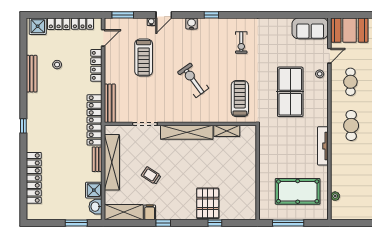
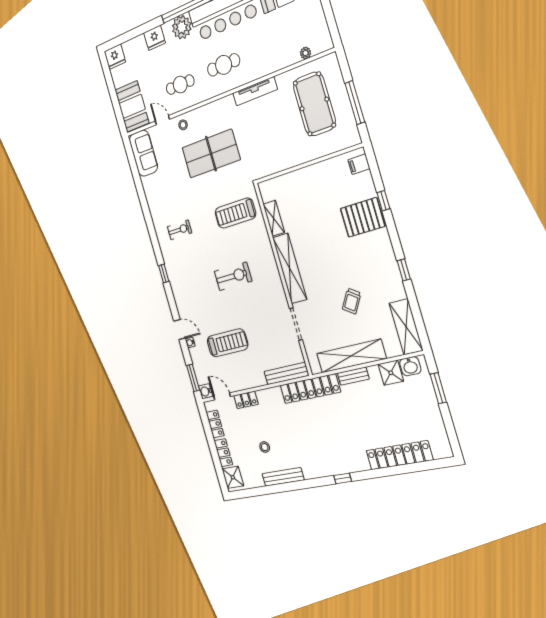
water cooler: (192, 23) -> (206, 391), moved
locker: (96, 65) -> (246, 400), width x0.66
exercise bike: (193, 80) -> (233, 276), turned -144
filing cabinet: (150, 212) -> (359, 164), moved

